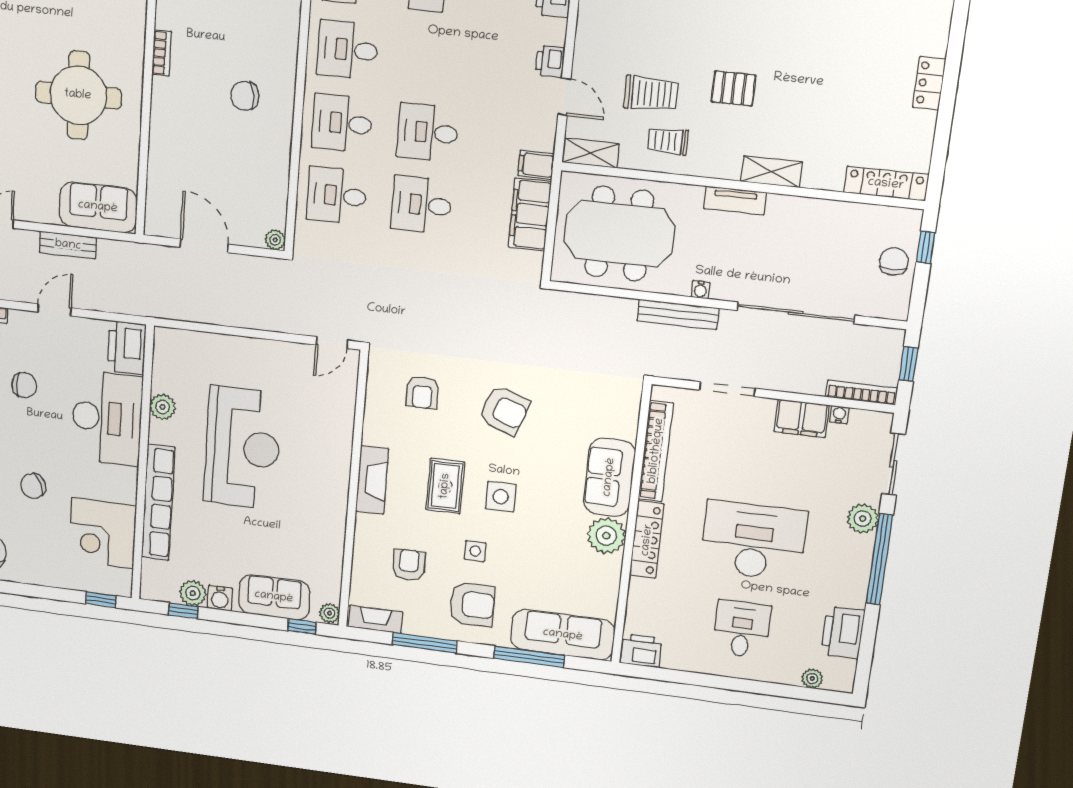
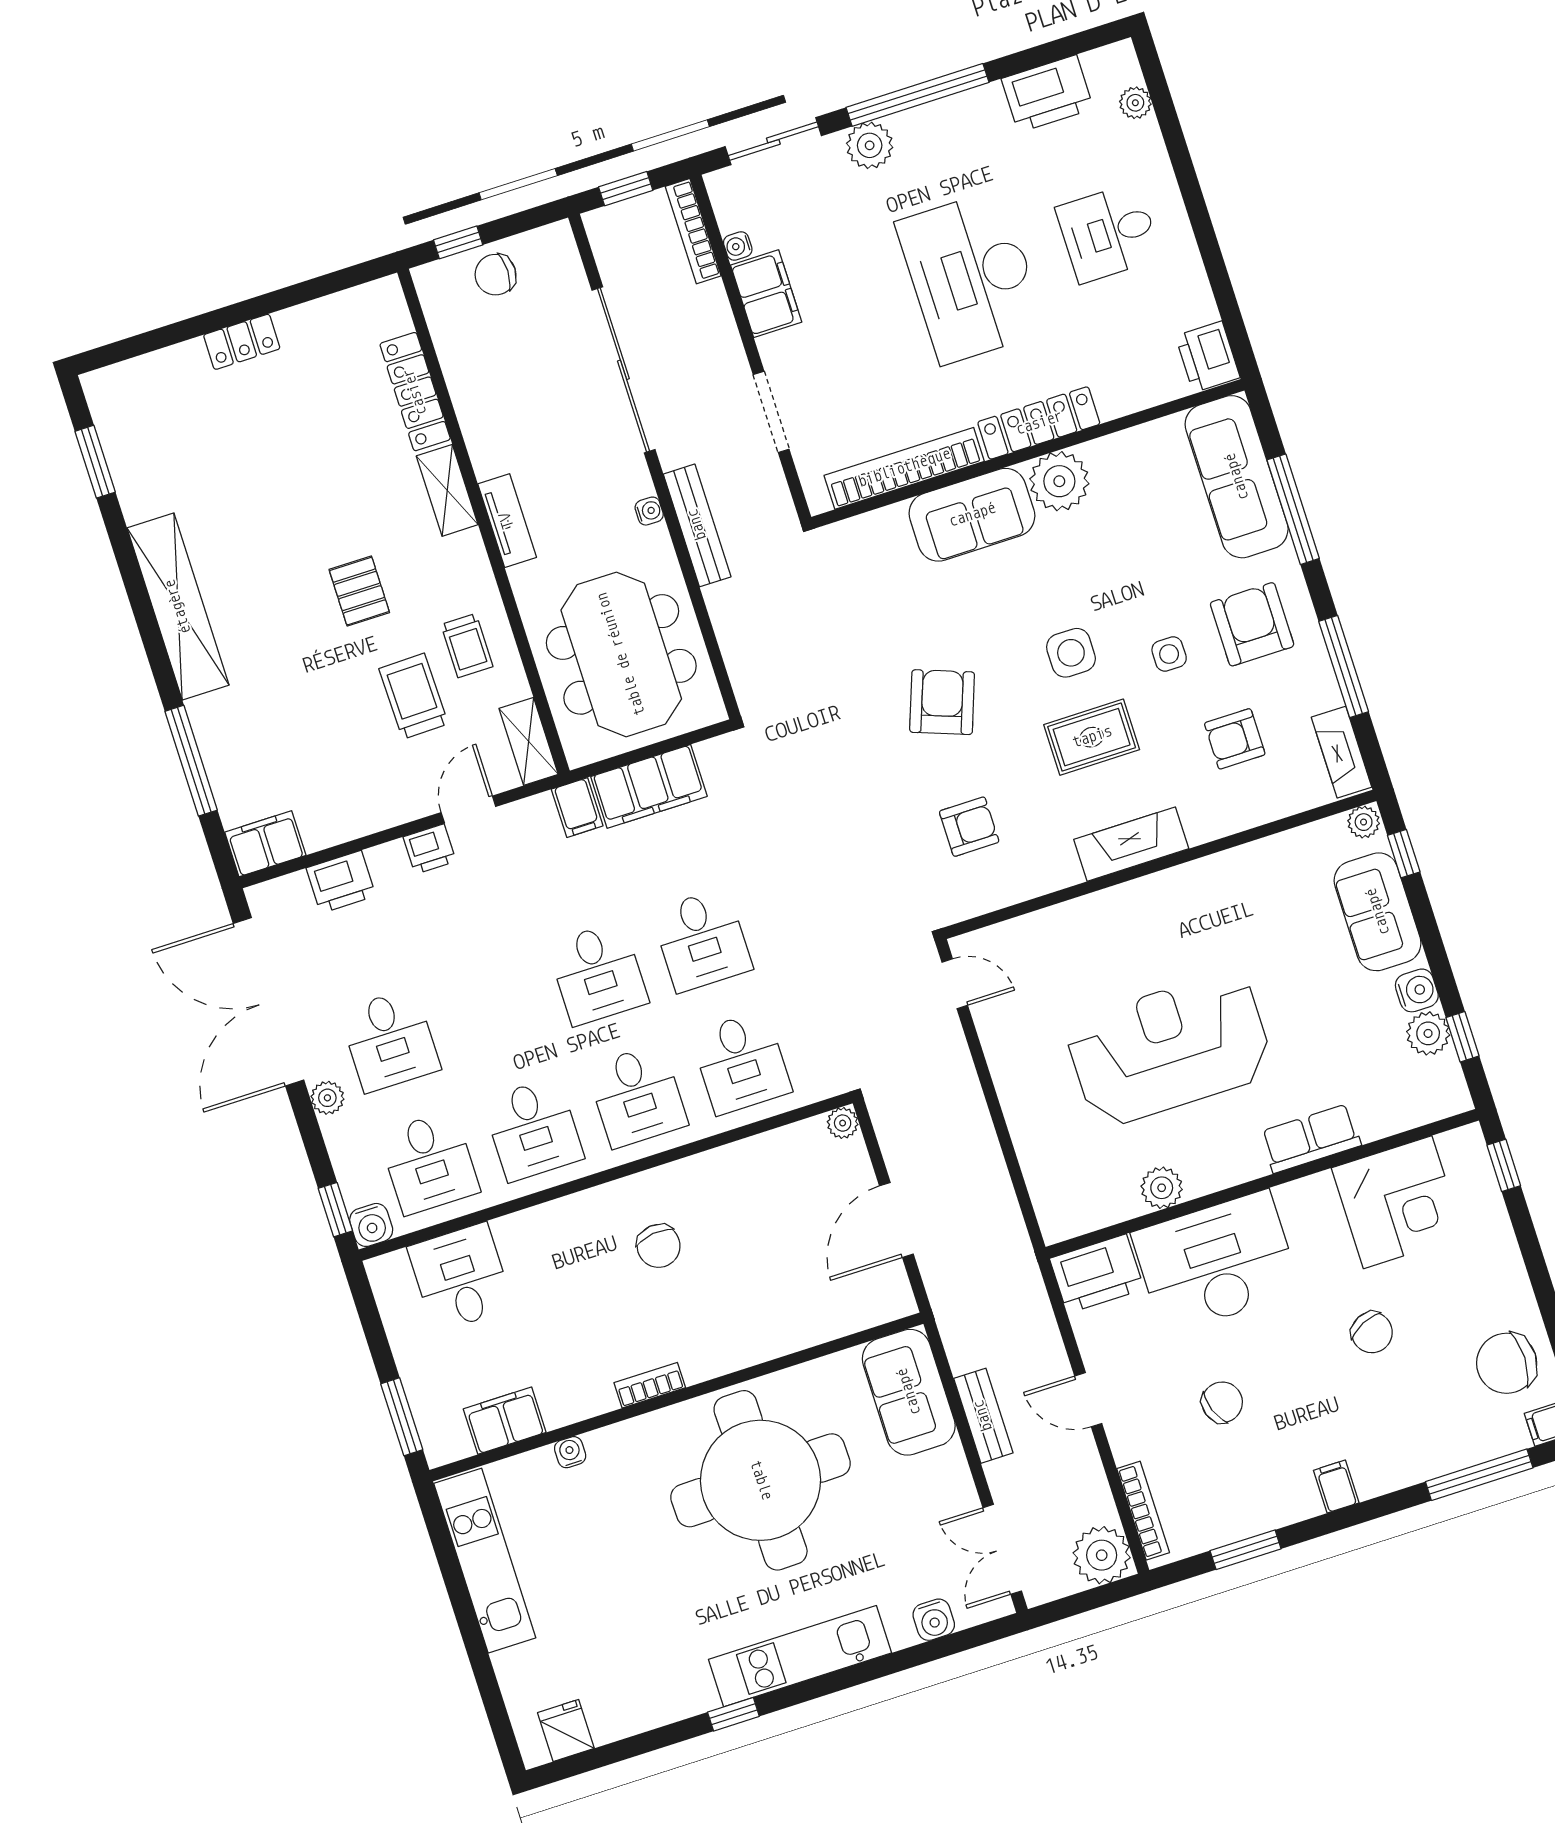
round table: (78, 95) -> (761, 1480), width x1.36, depth x1.36
locker: (886, 184) -> (415, 392), moved
chair: (24, 385) -> (1222, 1402), turned 70
row of seats: (158, 502) -> (1311, 1138), width x0.50

